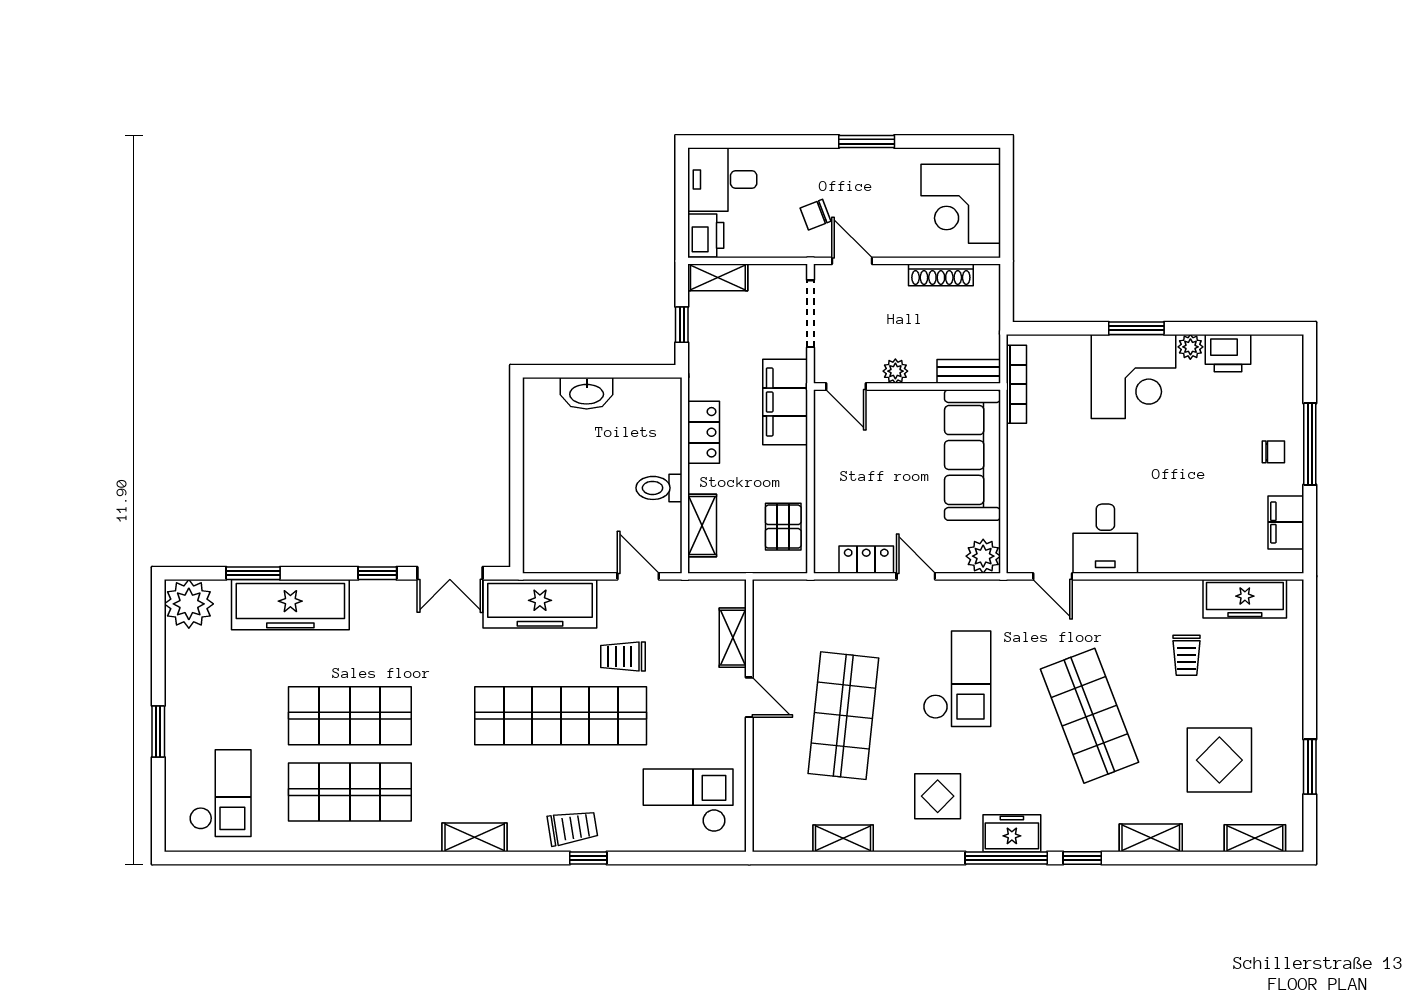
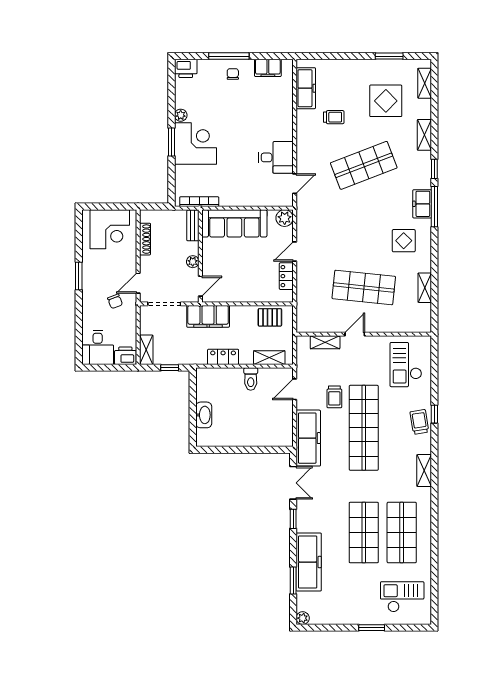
printer: (1228, 353) -> (186, 68), moved, turned 90
plant: (189, 604) -> (303, 618), width x0.53, depth x0.53
checkout: (957, 679) -> (345, 231), removed

